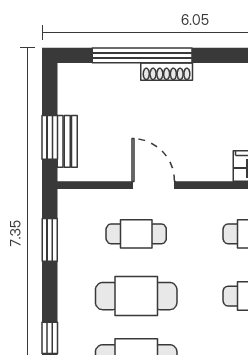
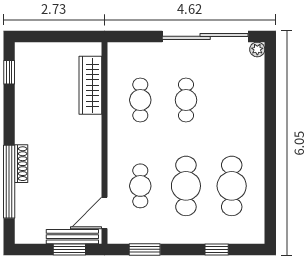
bench: (67, 141) -> (72, 237), width x1.36
door: (153, 185) -> (104, 213), moved

